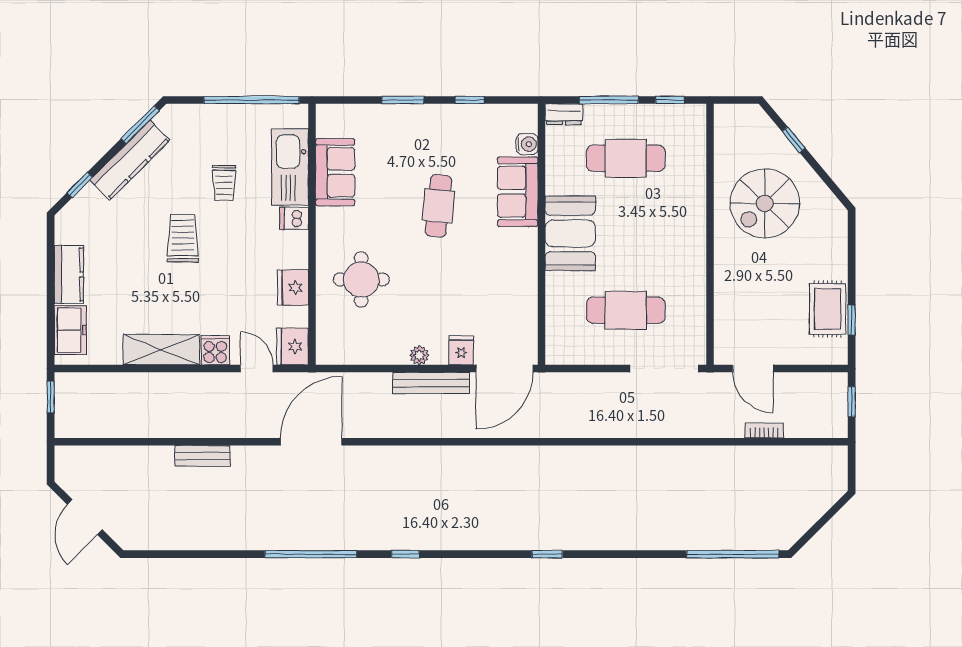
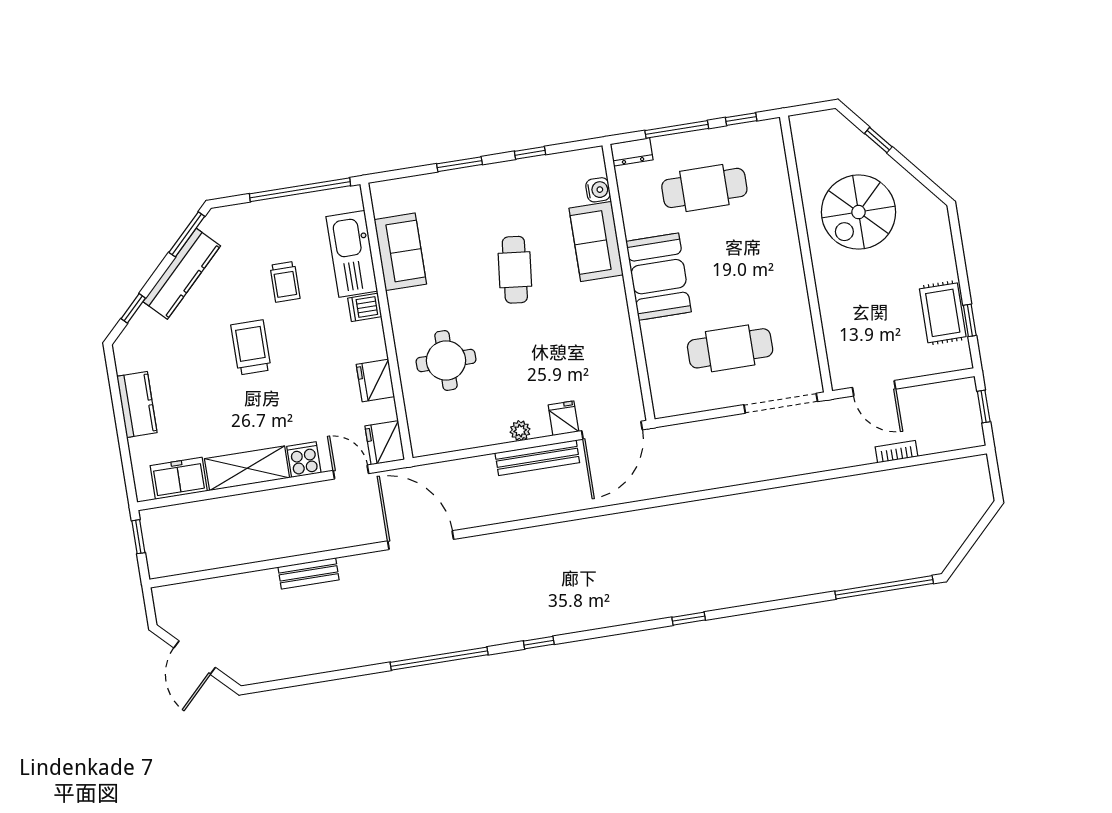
freezer: (70, 330) -> (179, 478), moved, turned -90
door: (311, 442) -> (421, 540), hinge flipped

